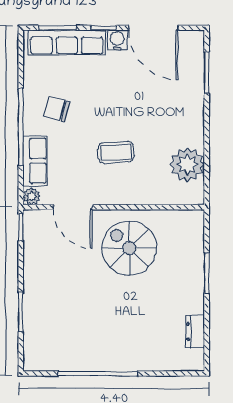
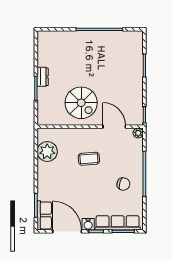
row of seats: (35, 161) -> (44, 215), moved, turned 180
dresser: (195, 332) -> (43, 77), moved

